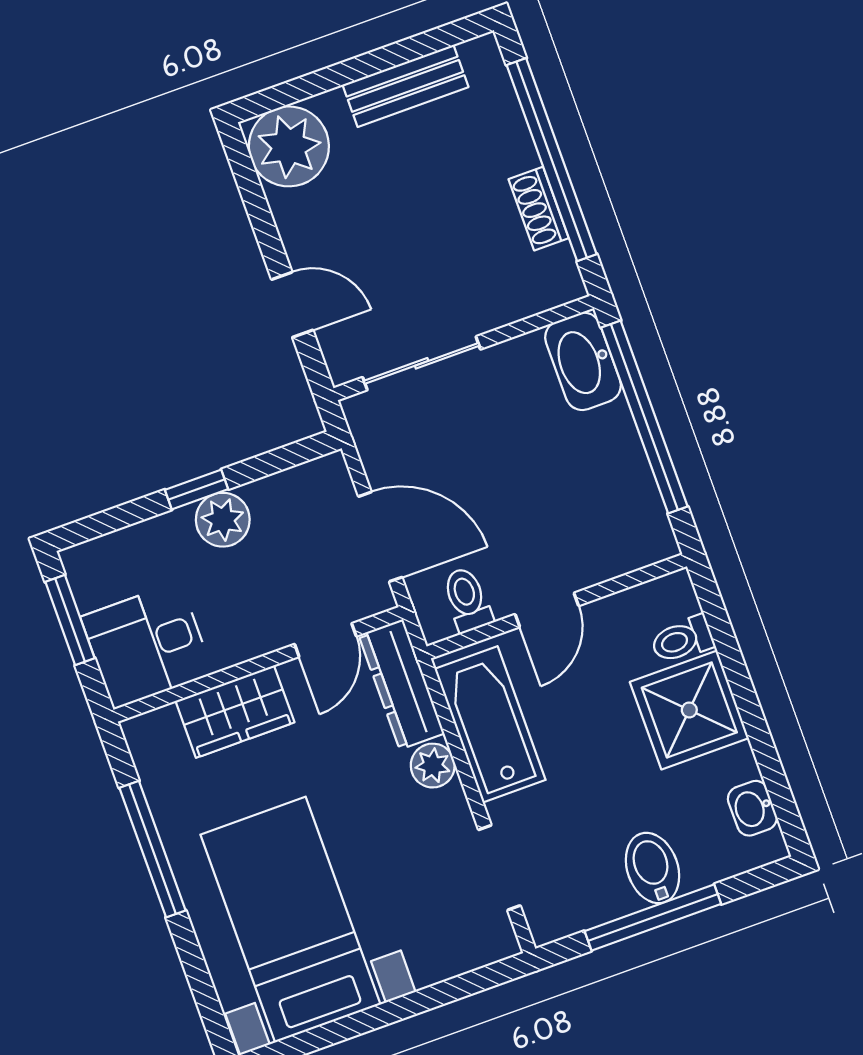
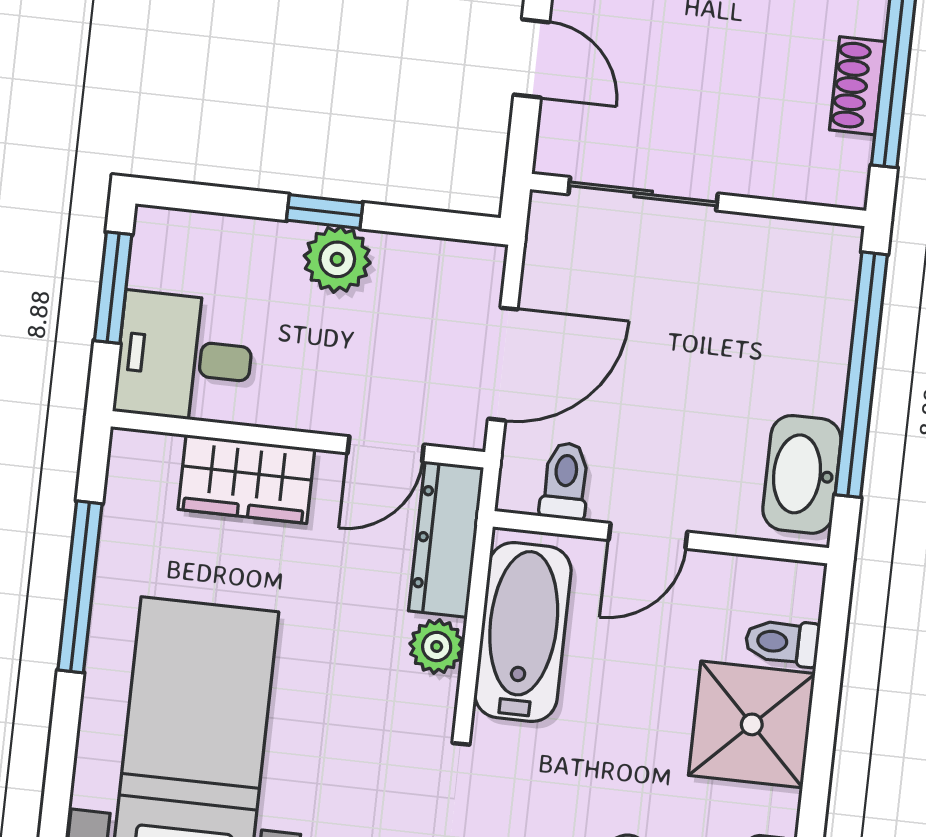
washbasin: (583, 361) -> (802, 474), moved
door: (380, 537) -> (503, 364), hinge flipped

